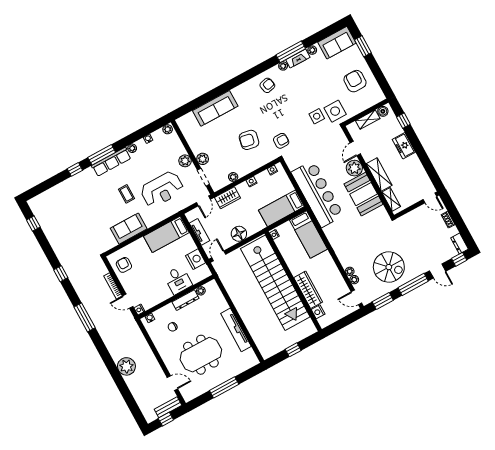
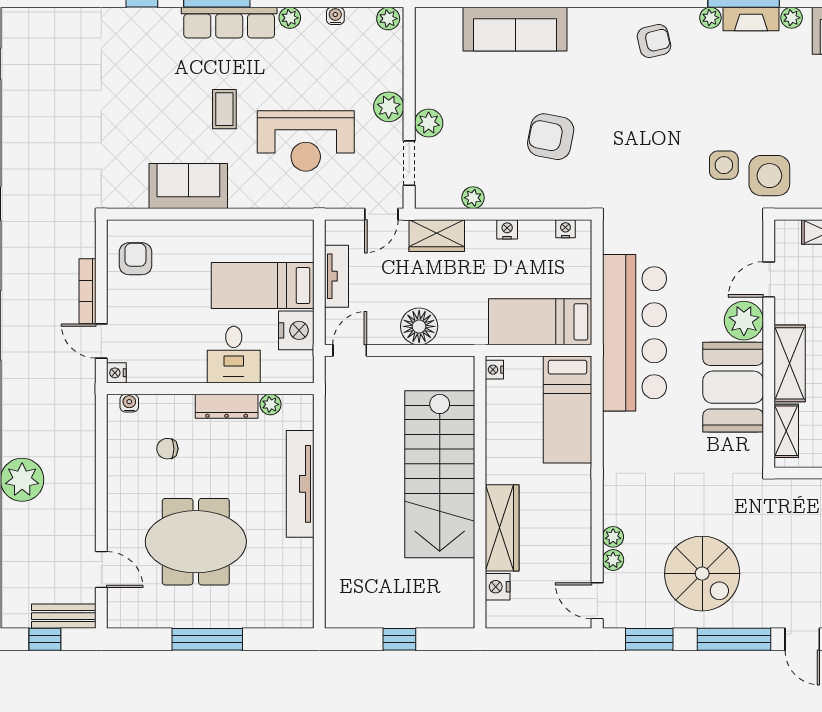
armchair: (281, 141) -> (619, 176), removed
bed: (166, 234) -> (263, 286), moved
stairs: (275, 283) -> (440, 474), width x0.73
tv unit: (236, 330) -> (300, 484), moved

